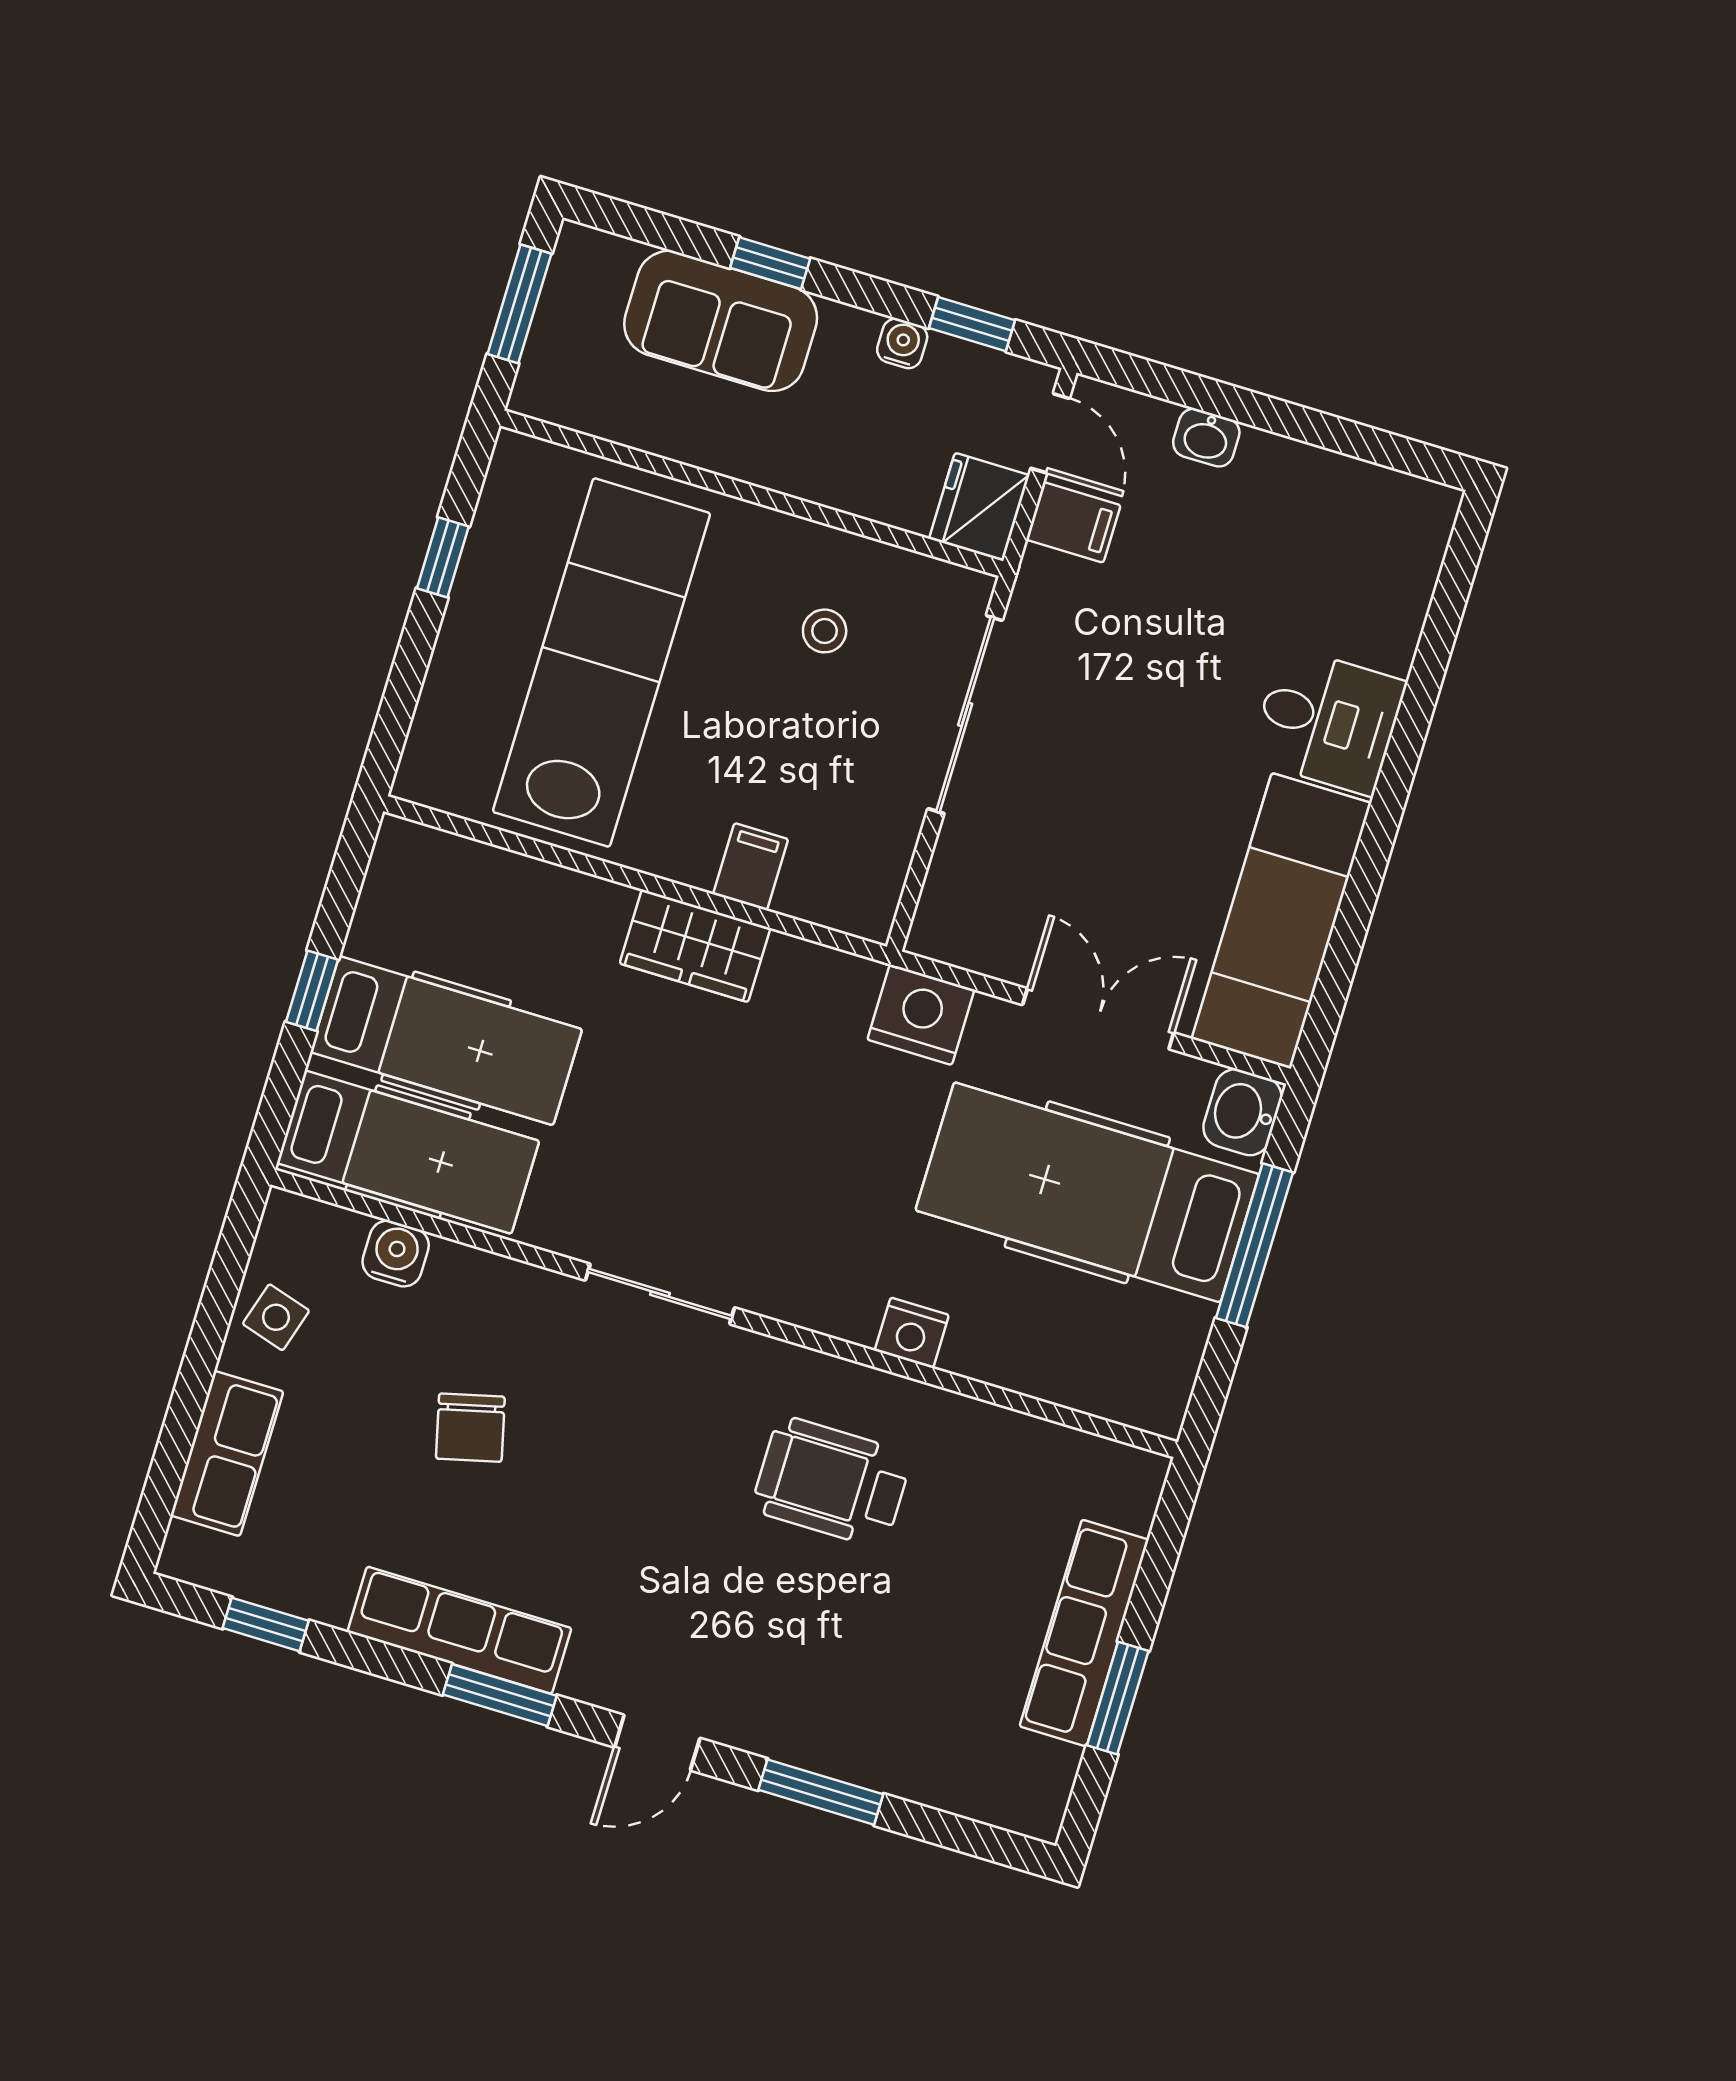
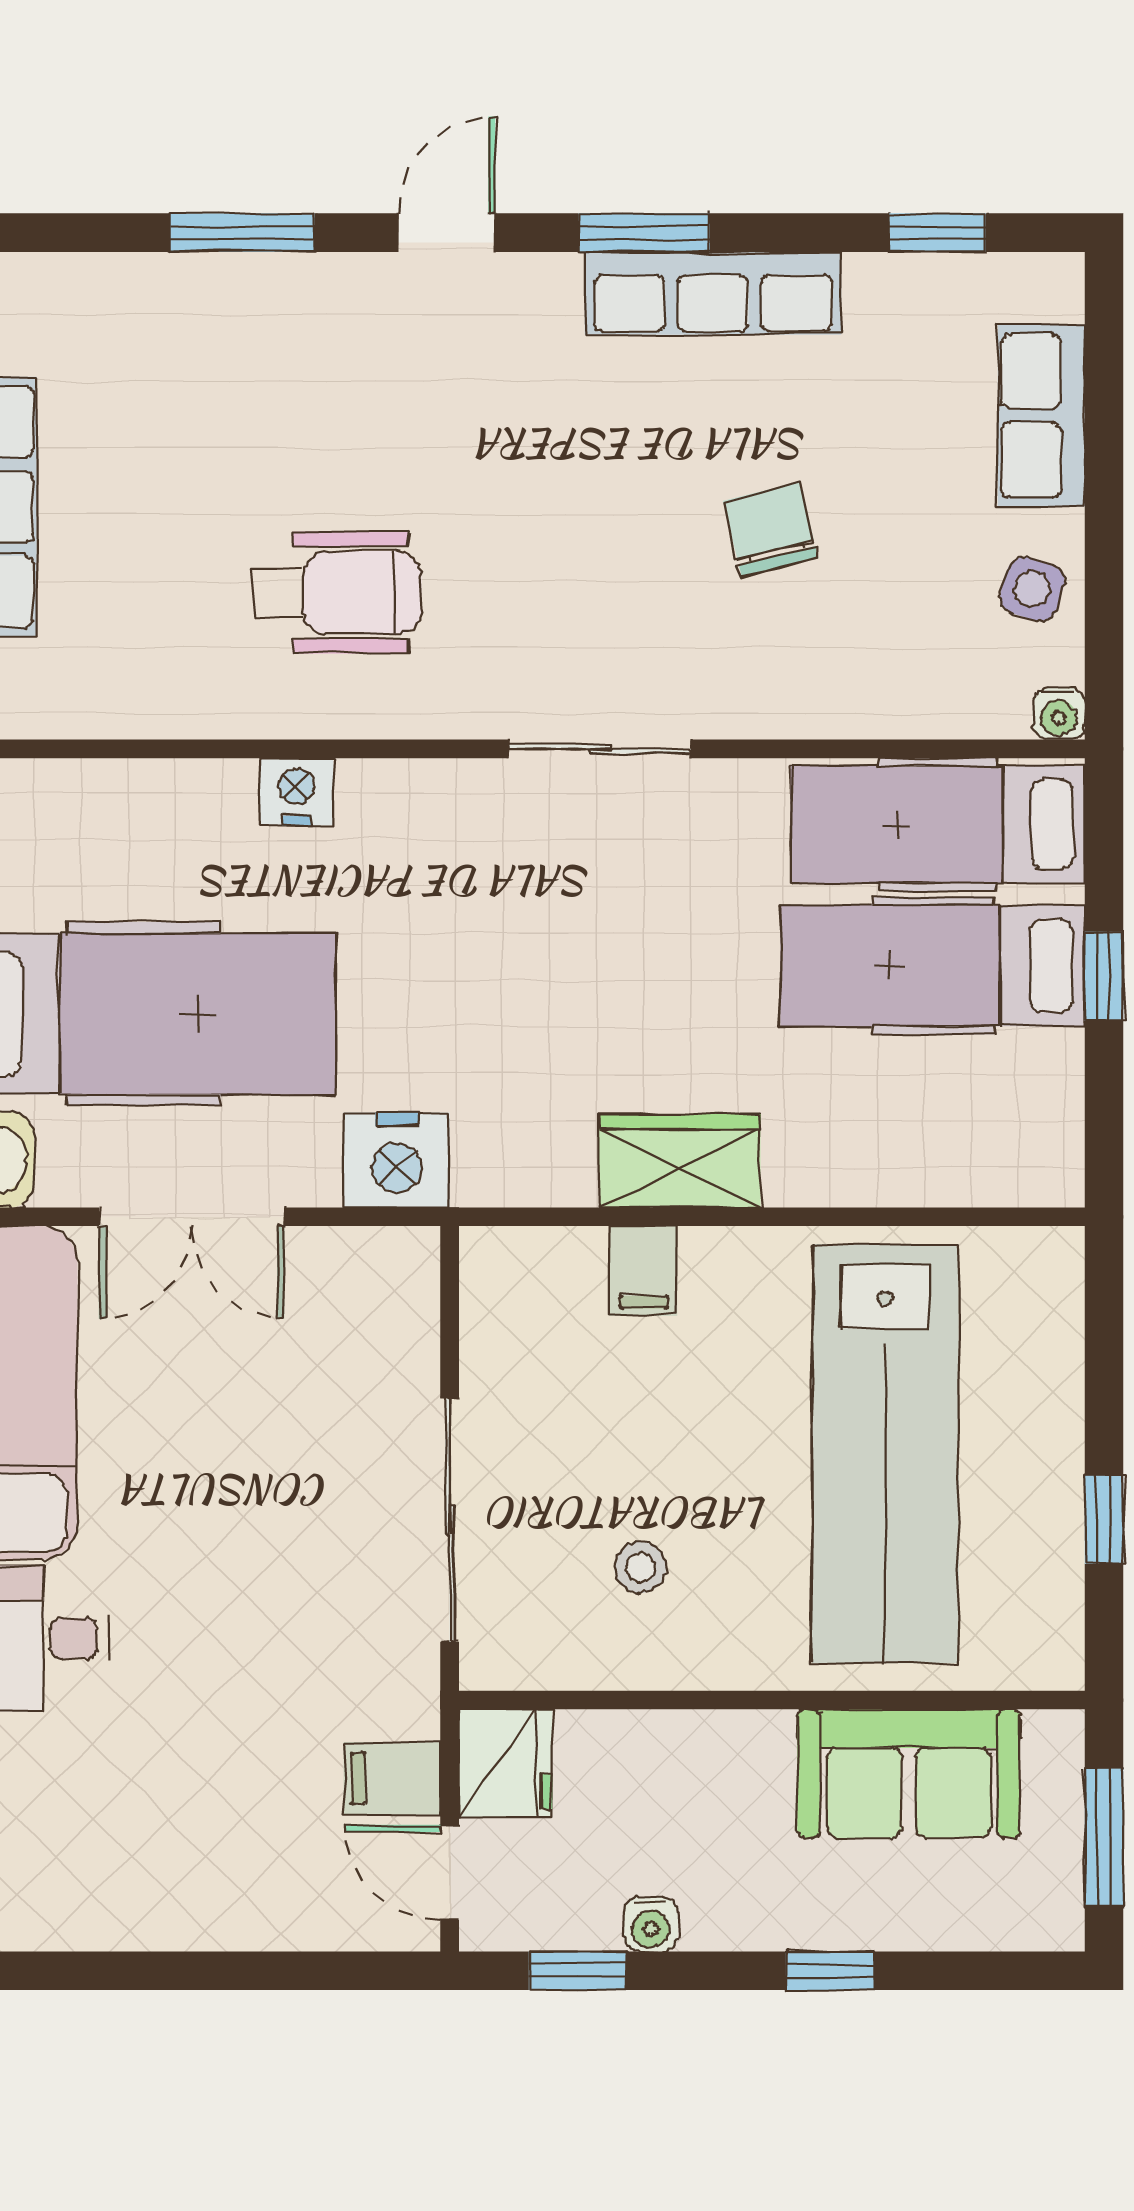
sofa: (721, 321) -> (909, 1774), moved, turned 180
washbasin: (1206, 438) -> (269, 1922), removed
water cooler: (396, 1254) -> (1059, 714), moved, width x0.72, depth x0.72

